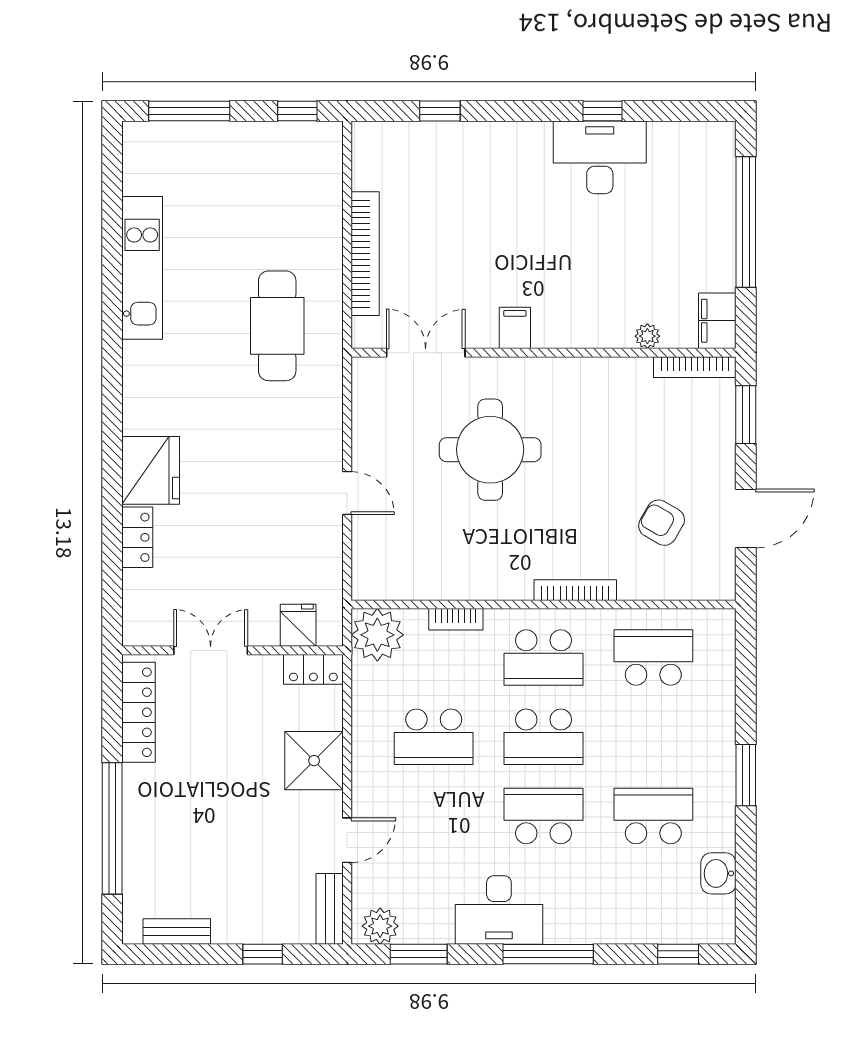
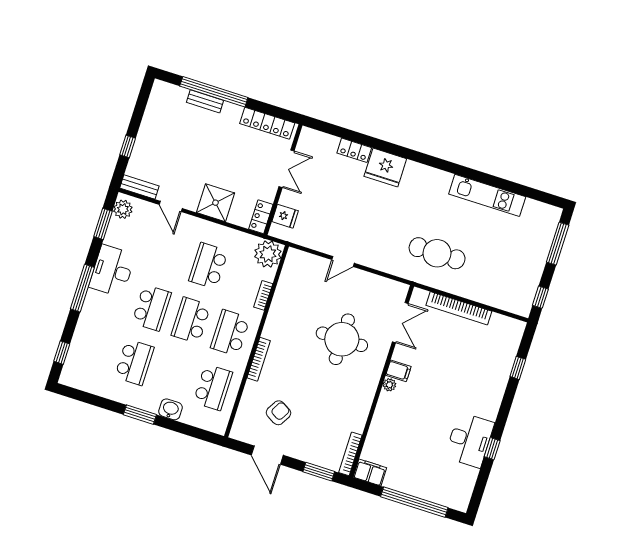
plant: (647, 336) -> (389, 385), moved
washbasin: (718, 873) -> (170, 409), moved
bench: (177, 931) -> (205, 101), moved, turned 90

